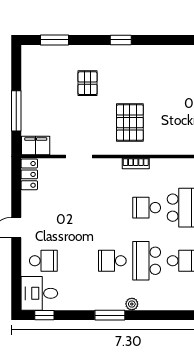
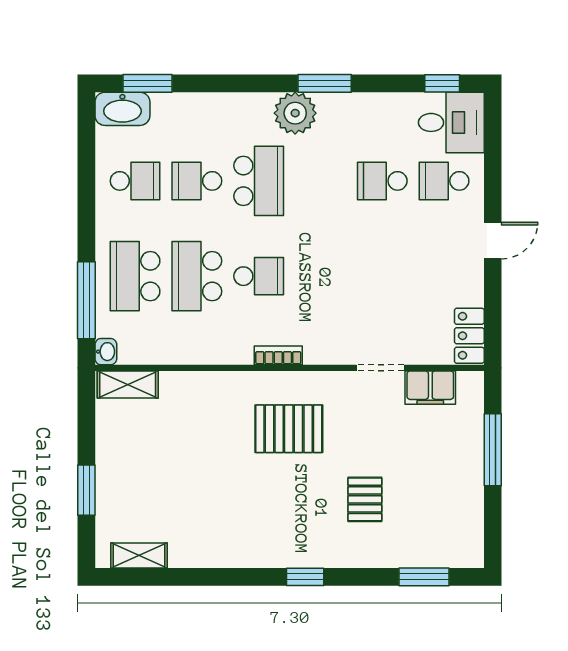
pallet: (130, 123) -> (289, 429), turned 90
filing cabinet: (36, 146) -> (430, 388), moved
school desk: (112, 261) -> (382, 181), moved, turned 180
plant: (132, 304) -> (295, 113), width x1.87, depth x1.87

